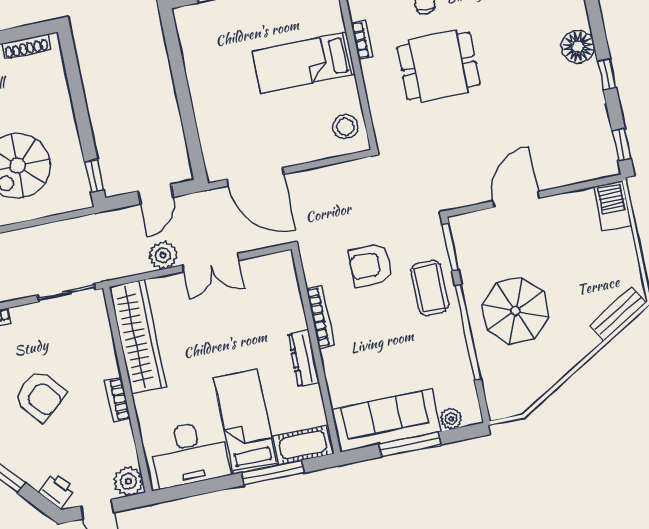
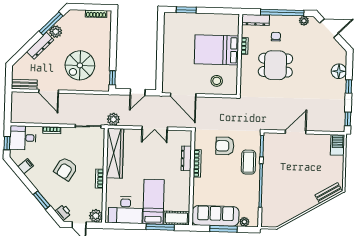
bed: (304, 63) -> (217, 50), width x1.50
stool: (345, 127) -> (217, 81), moved
plant: (163, 255) -> (113, 119), moved
parasol: (515, 311) -> (284, 181), removed
dresser: (304, 358) -> (186, 158), moved
armchair: (40, 396) -> (66, 169), turned 72

